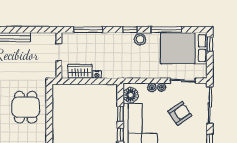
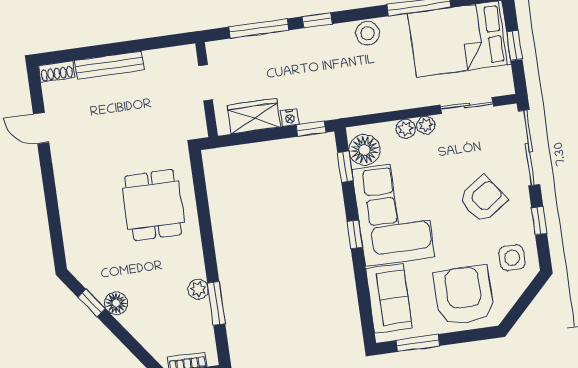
window: (130, 30) -> (317, 20), moved
window: (210, 44) -> (515, 45), moved
window: (106, 81) -> (311, 129), added
armchair: (180, 113) -> (483, 199), moved
window: (120, 114) -> (345, 167), moved

